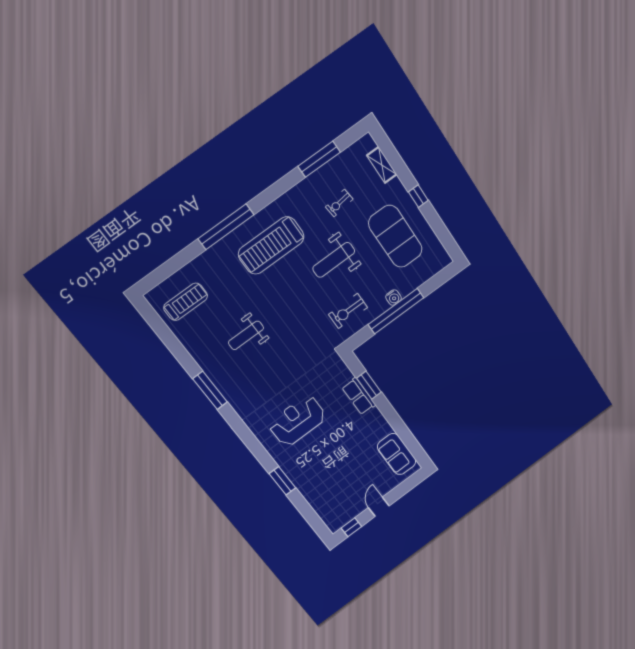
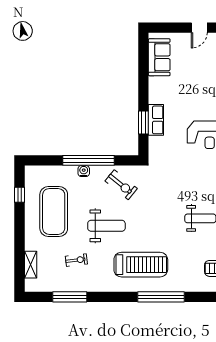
window: (418, 196) -> (19, 195), moved
exercise bike: (348, 311) -> (121, 185), turned 39

